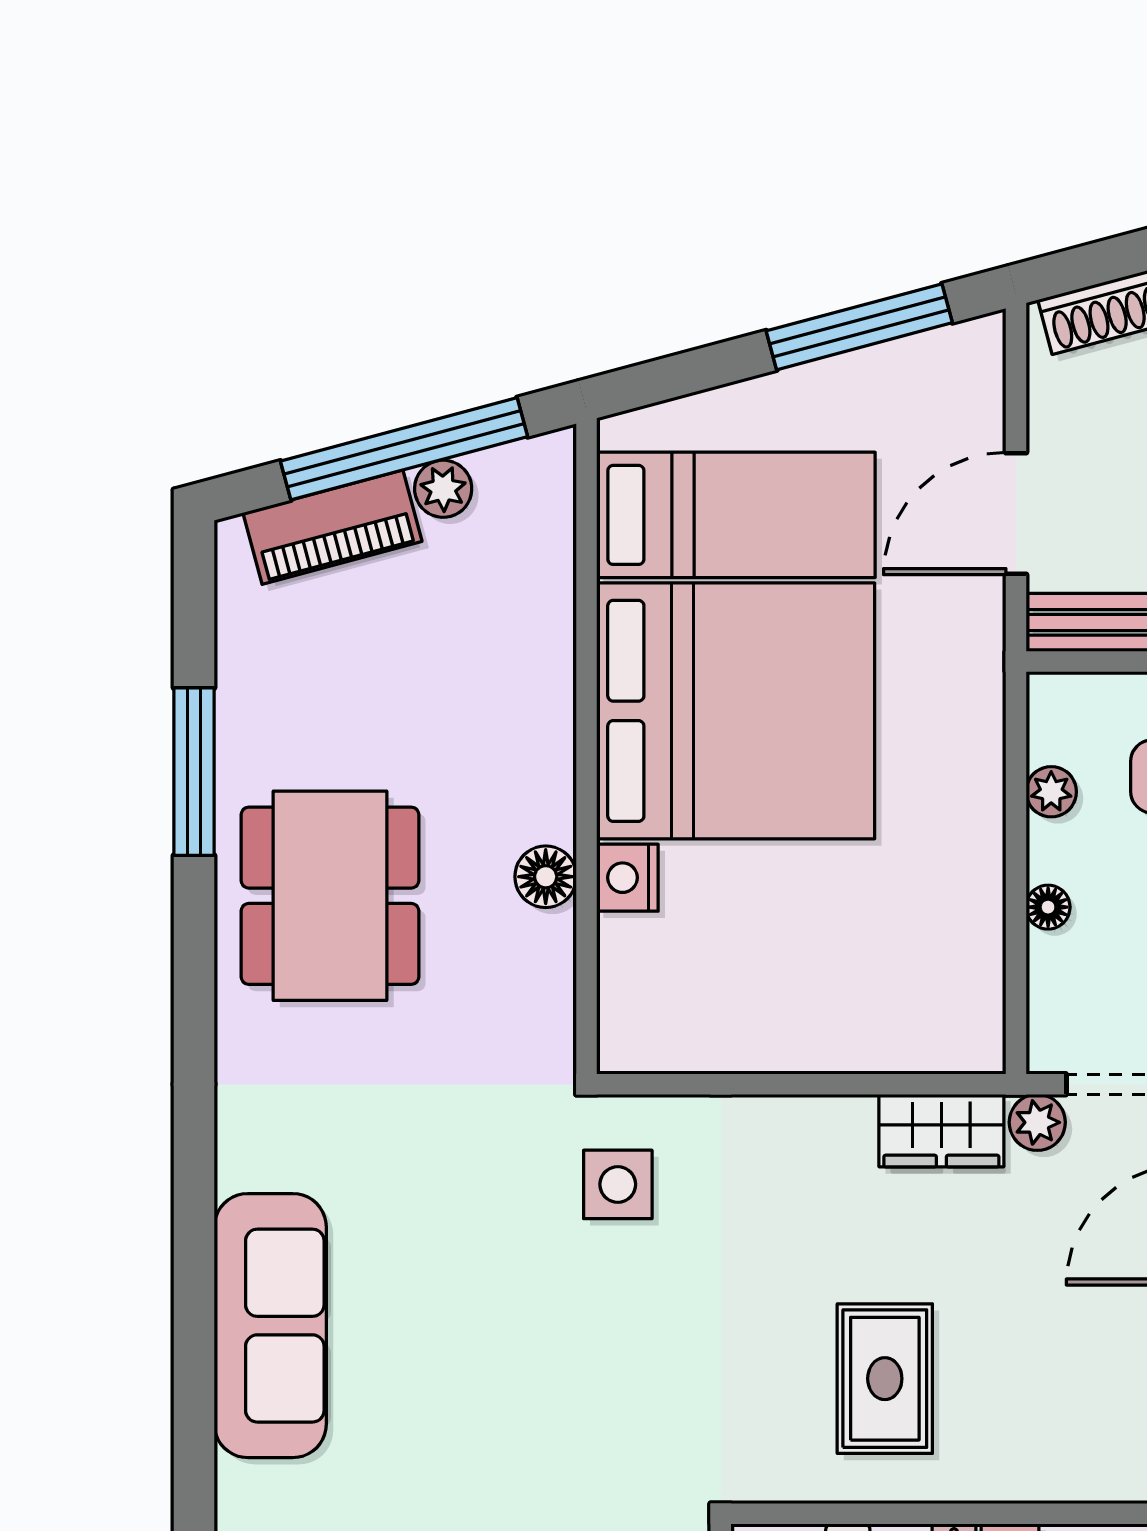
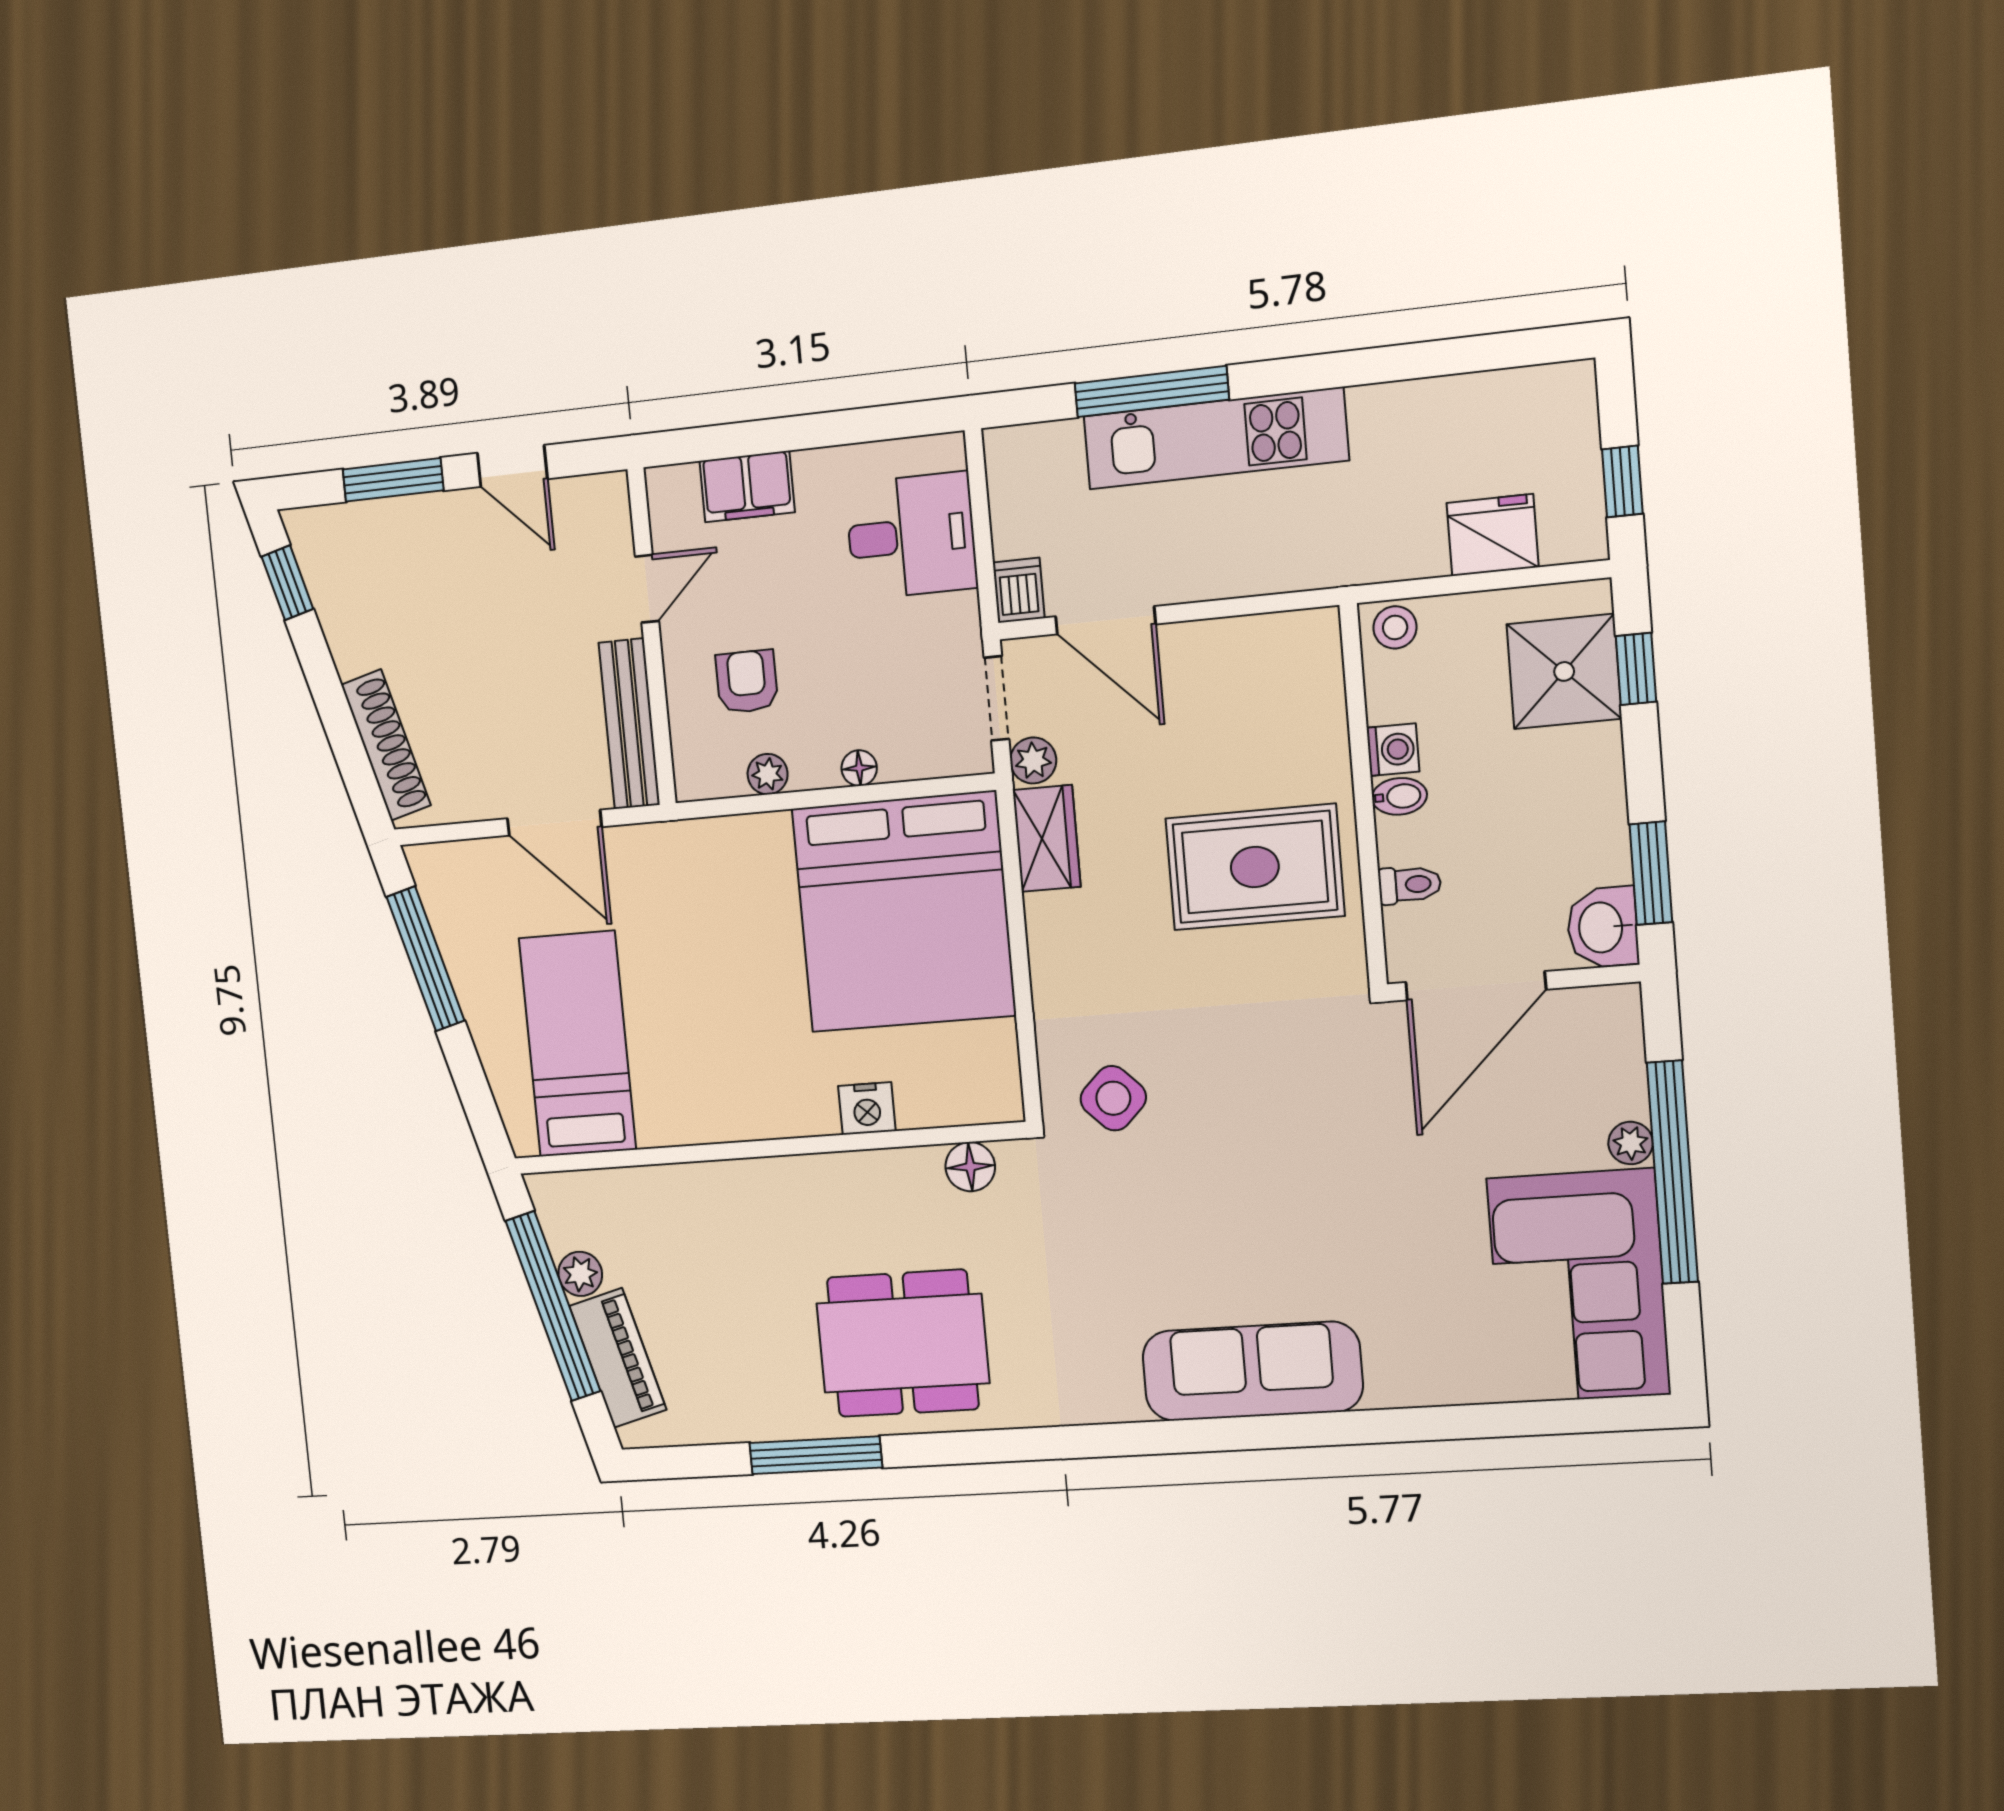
bed: (736, 711) -> (904, 912), moved, turned 180
floor lamp: (546, 877) -> (970, 1167), moved
side table: (618, 1184) -> (1113, 1098), turned 45
rug: (885, 1379) -> (1255, 867), width x1.36, depth x1.43

